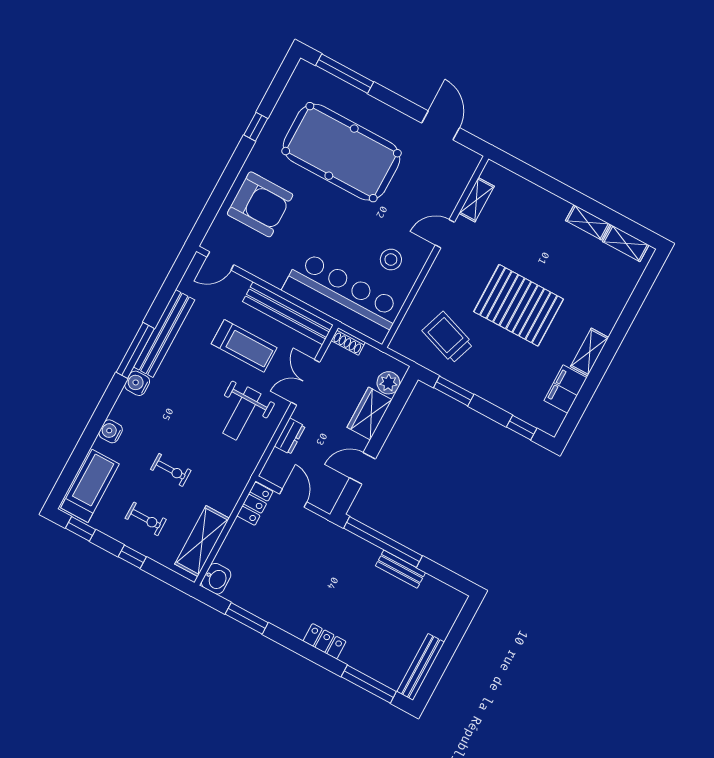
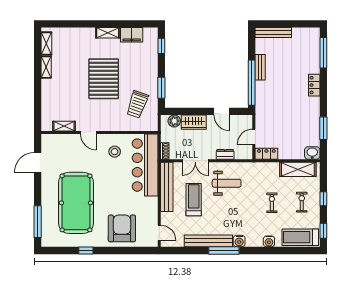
bench: (421, 667) -> (273, 32), moved

